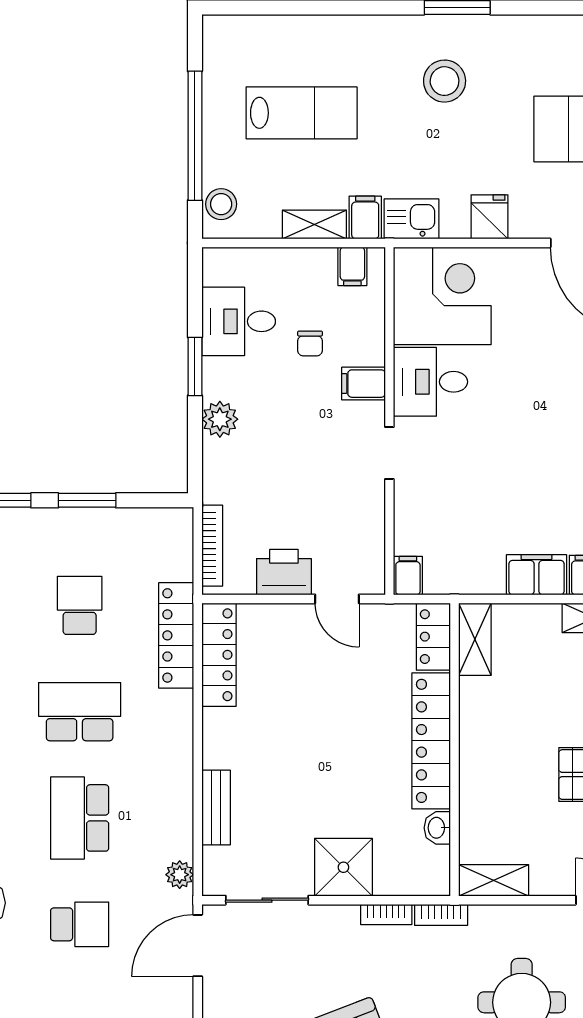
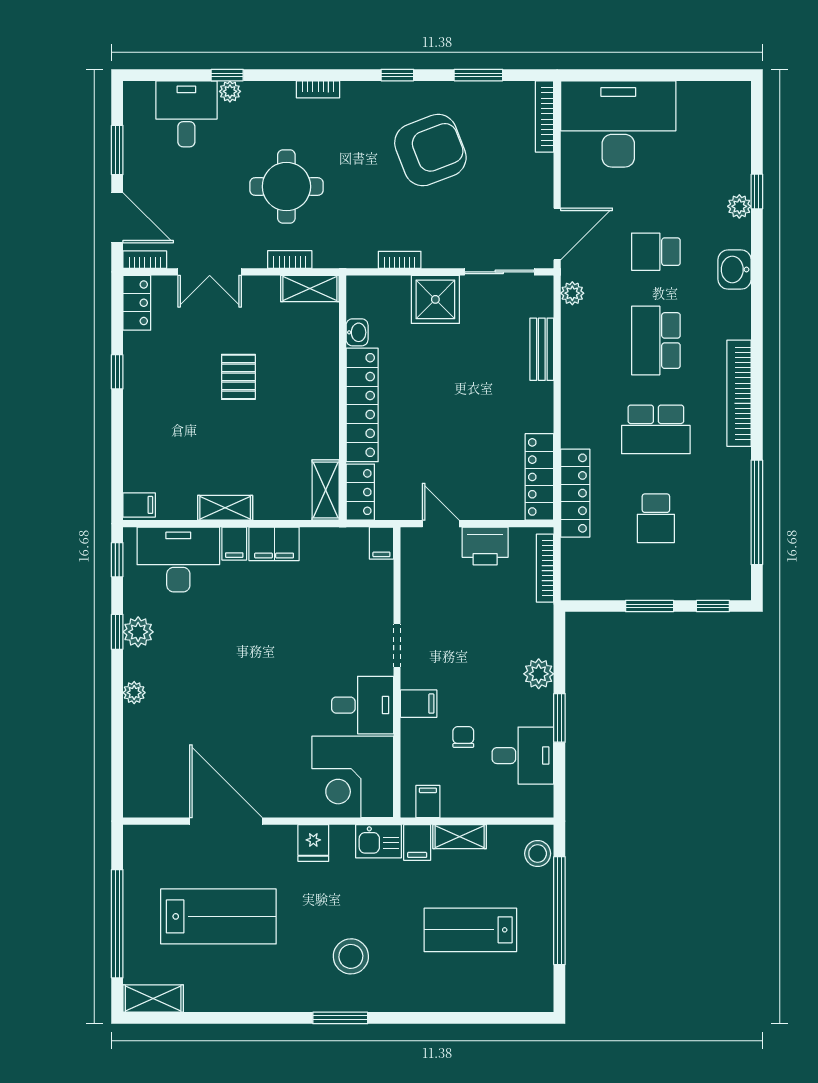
school desk: (80, 818) -> (656, 341), turned 180
bookcase: (441, 915) -> (290, 260), moved

